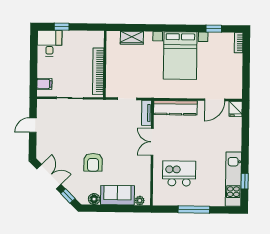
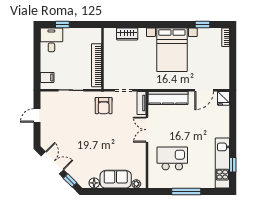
armchair: (93, 162) -> (104, 106), moved

